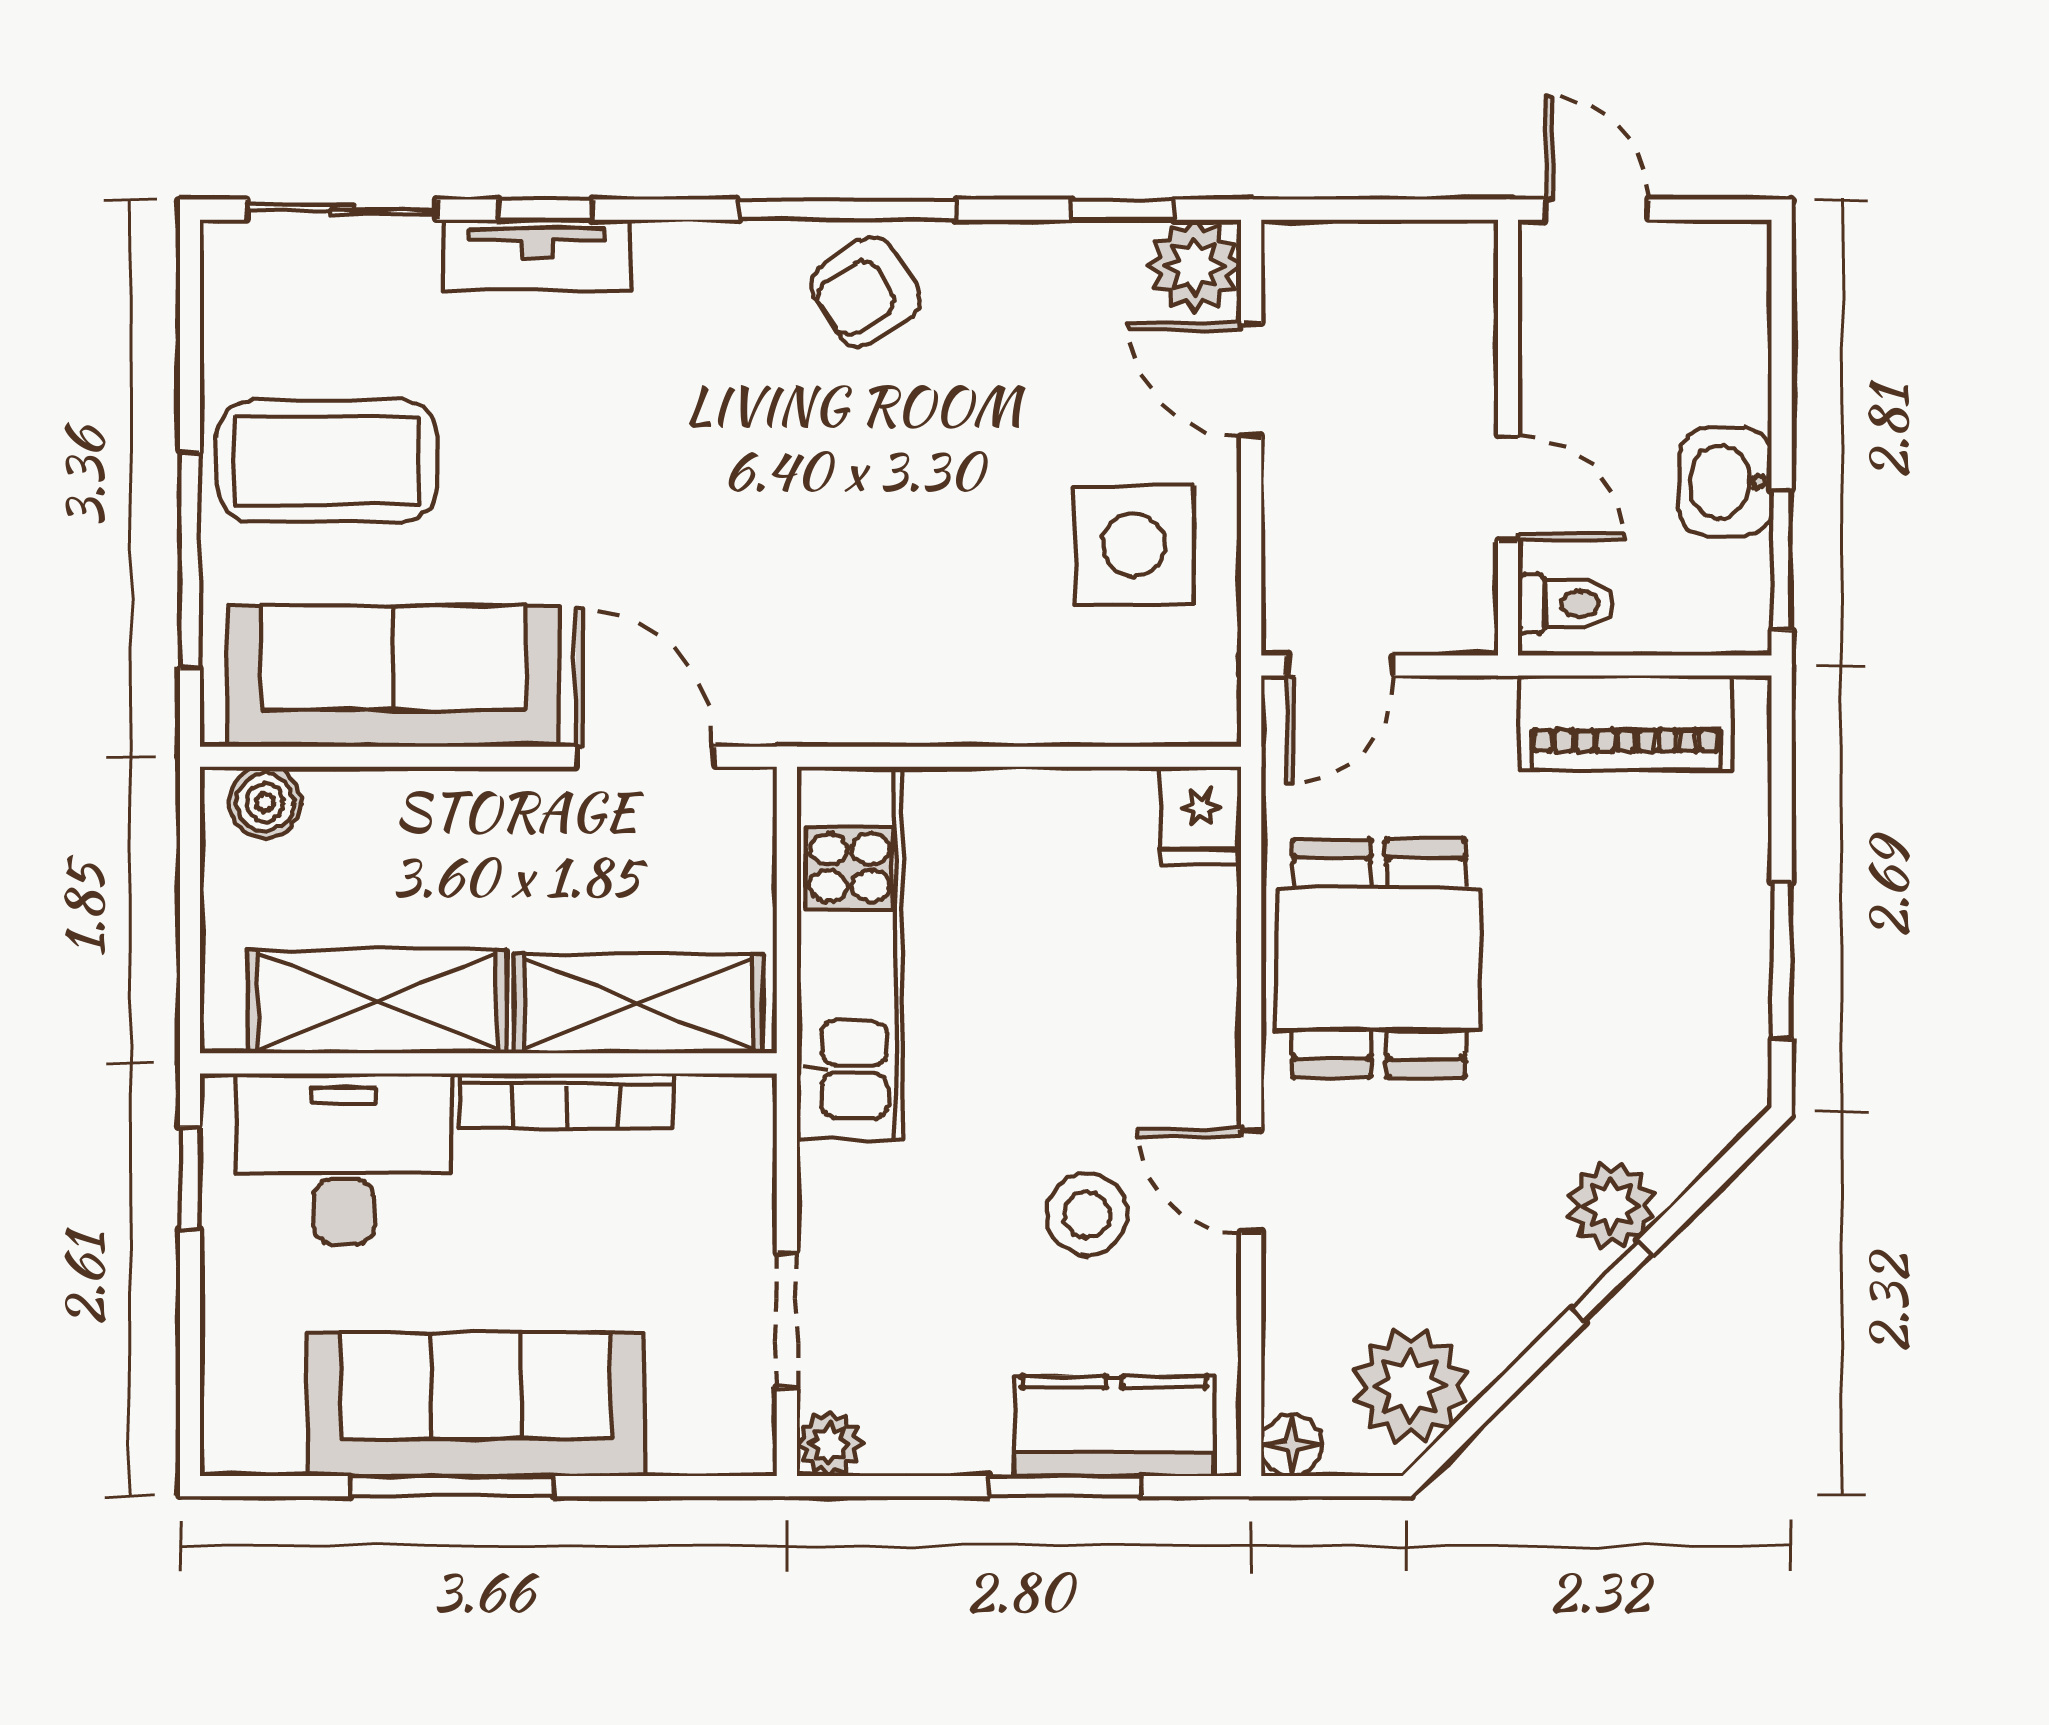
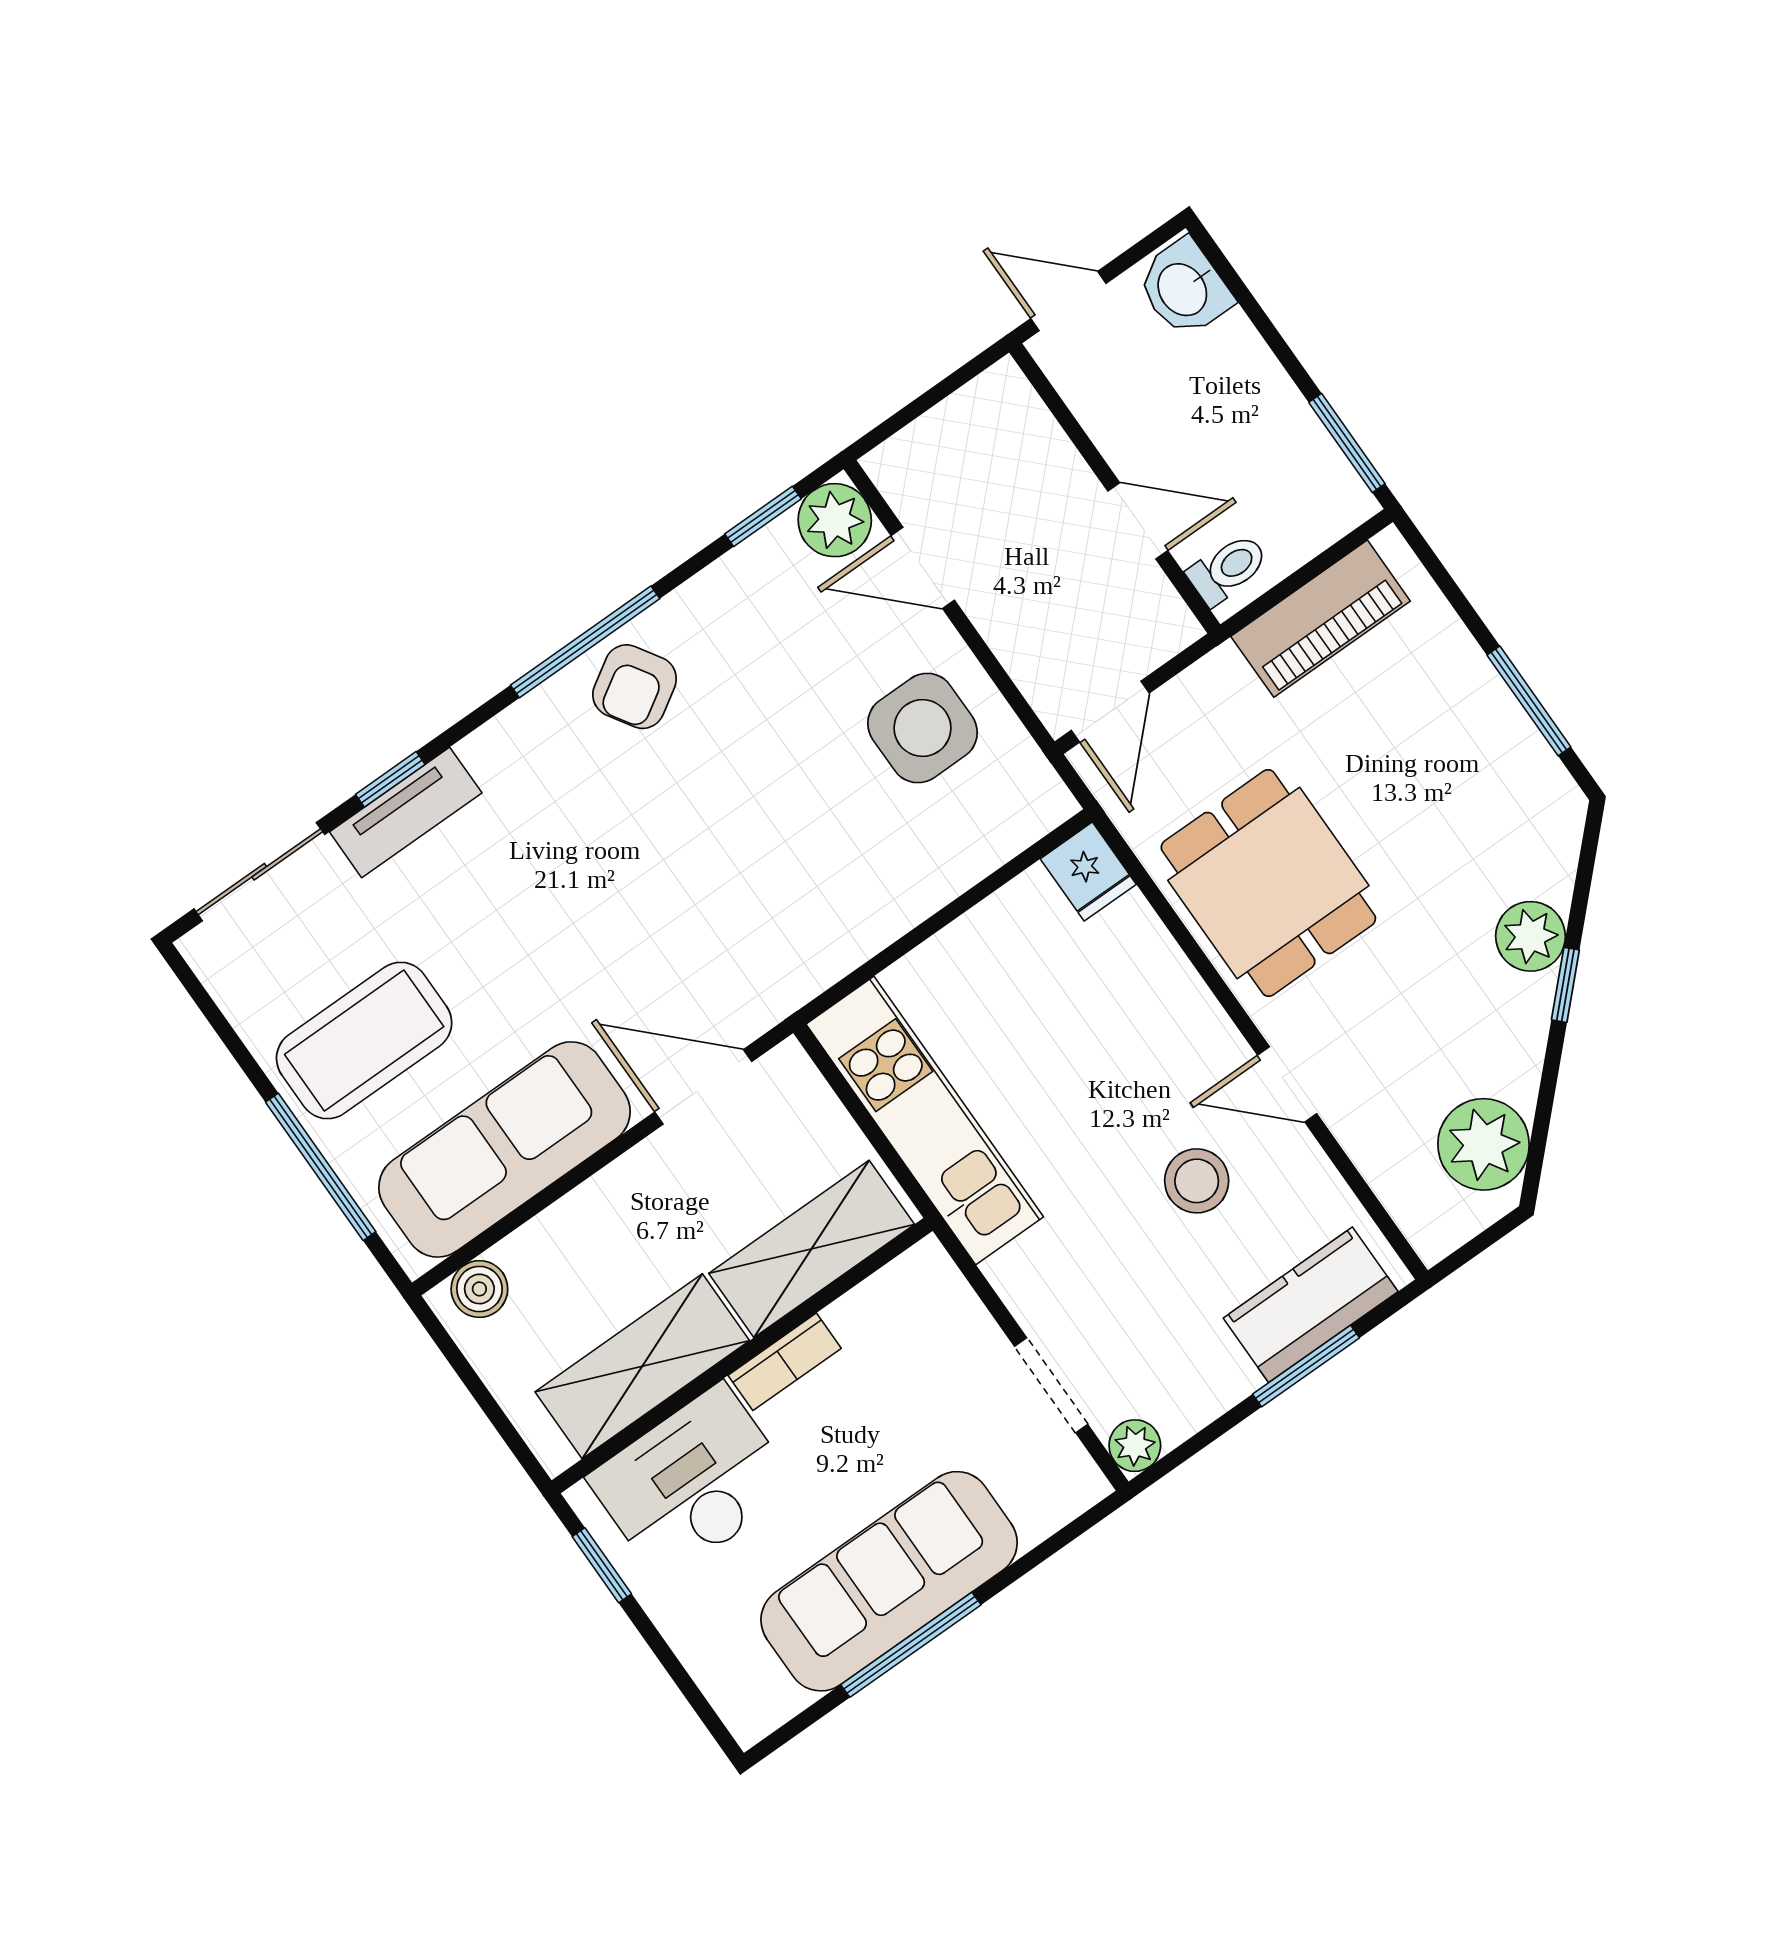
washbasin: (1726, 482) -> (1184, 288), moved
bookcase: (567, 1101) -> (785, 1362), width x0.64
floor lamp: (1292, 1445) -> (1434, 1236), removed

